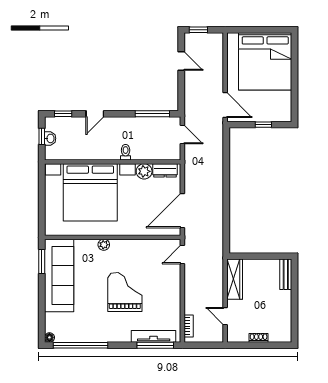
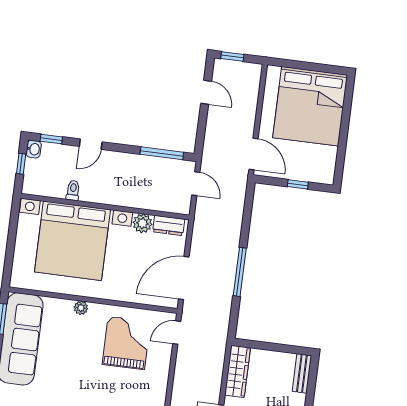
washbasin: (50, 138) -> (34, 149), moved
toilet: (126, 152) -> (73, 190), moved
window: (226, 200) -> (240, 272), added
grand piano: (125, 292) -> (126, 343), moved

